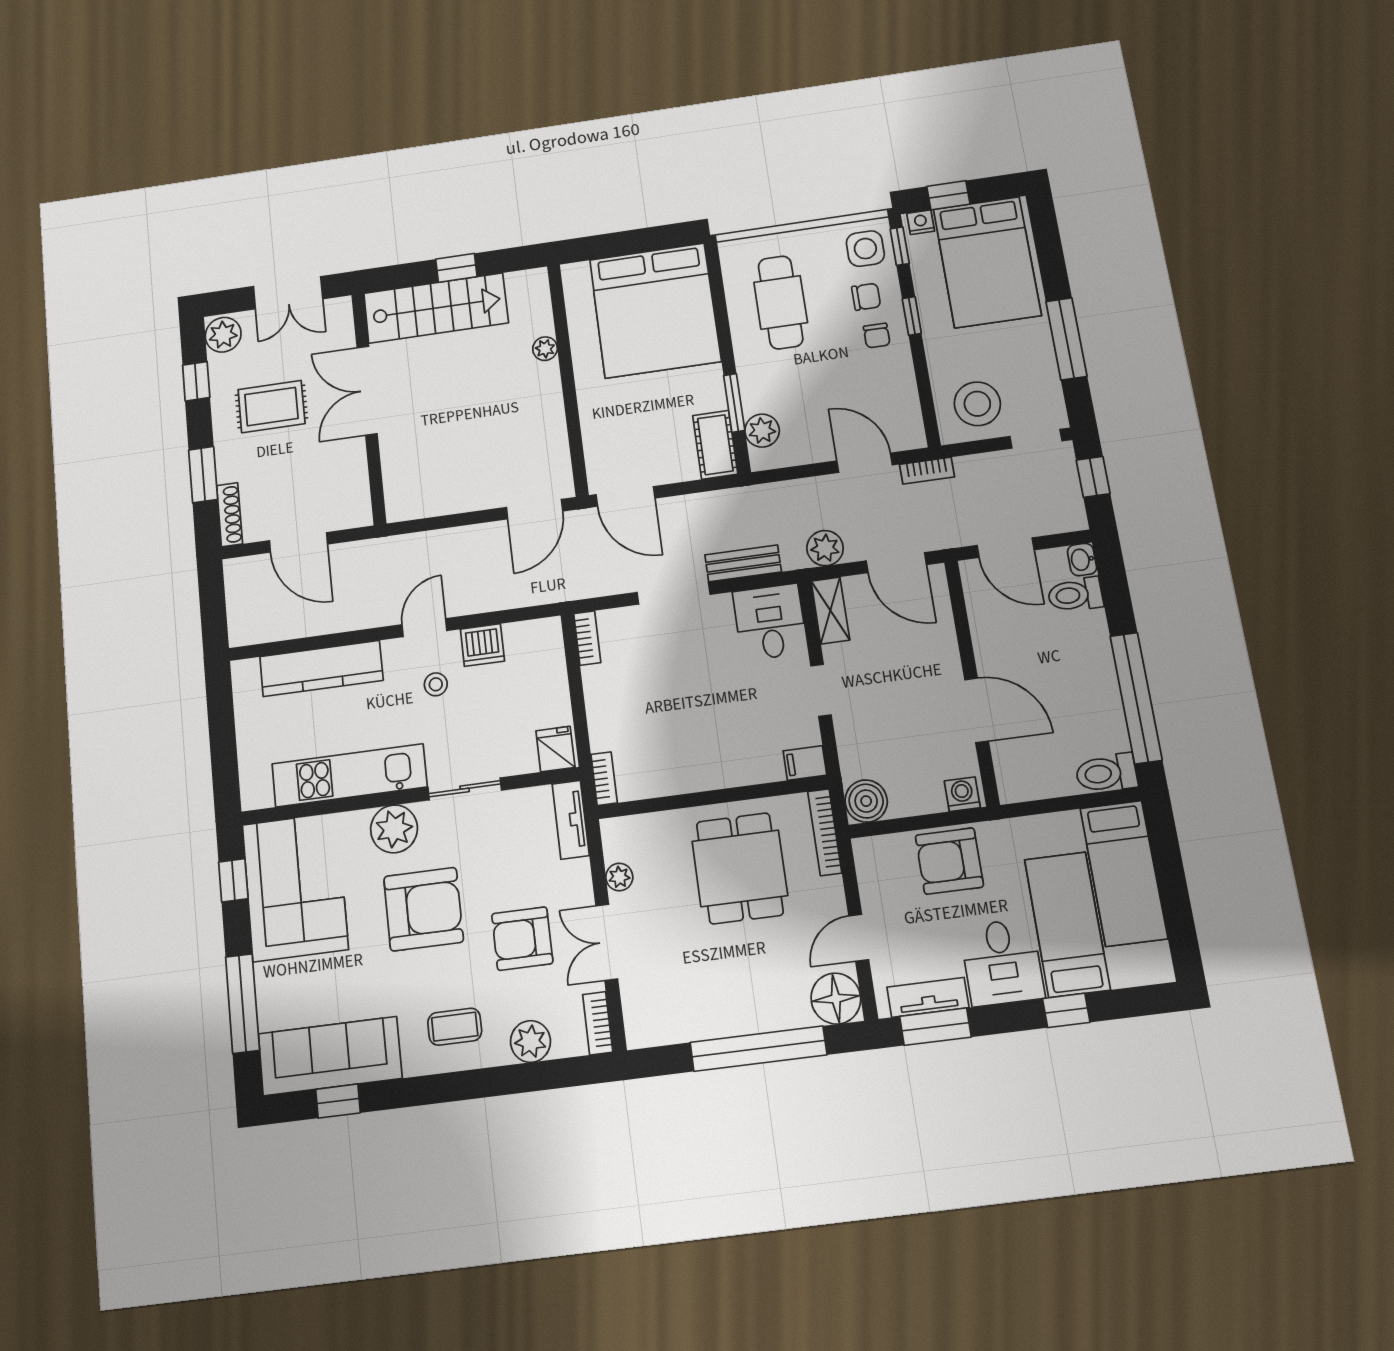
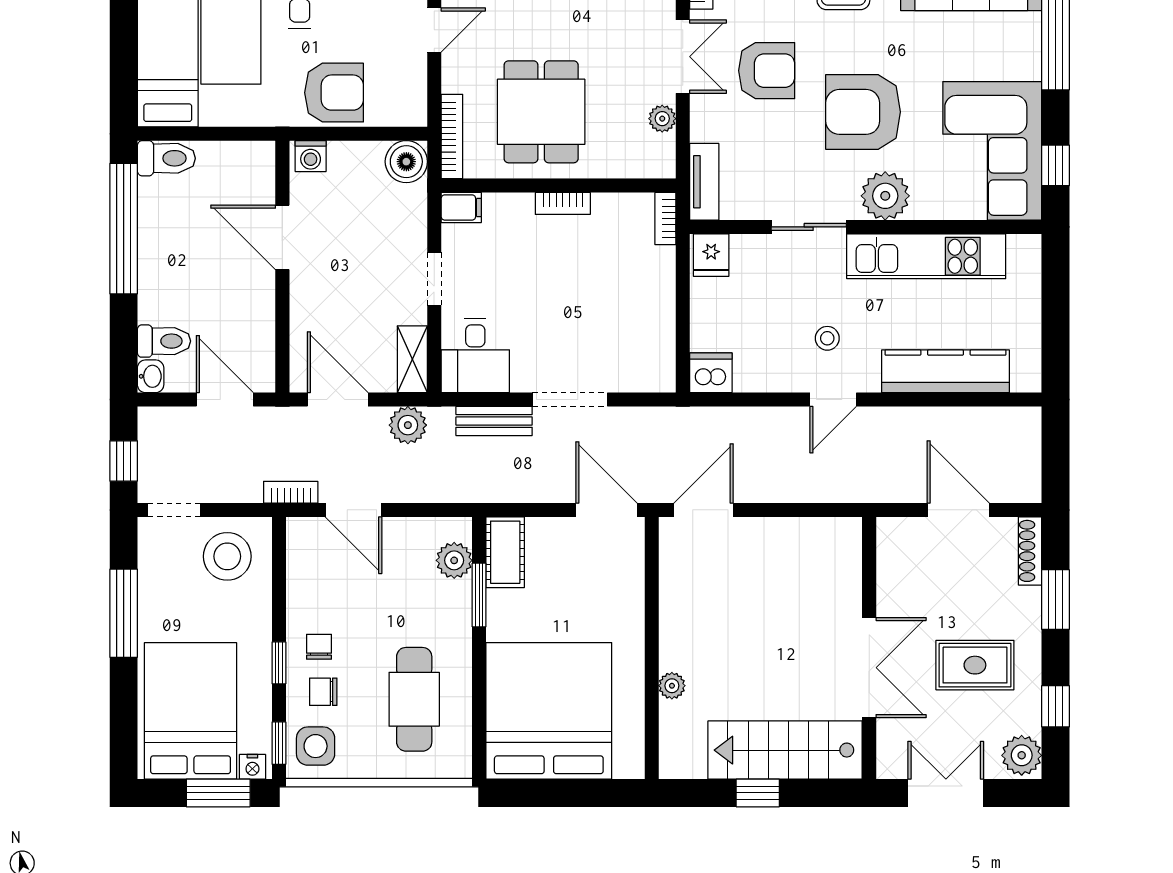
window: (948, 195) -> (218, 793), width x1.50
bookcase: (587, 638) -> (563, 203), moved, turned -90
dishwasher: (482, 645) -> (711, 373), moved

